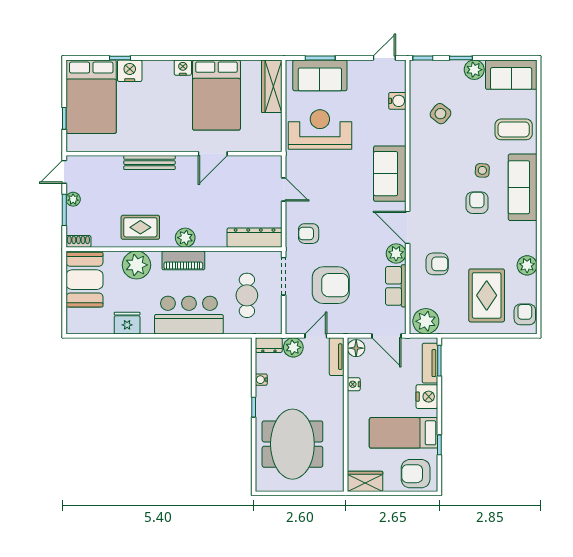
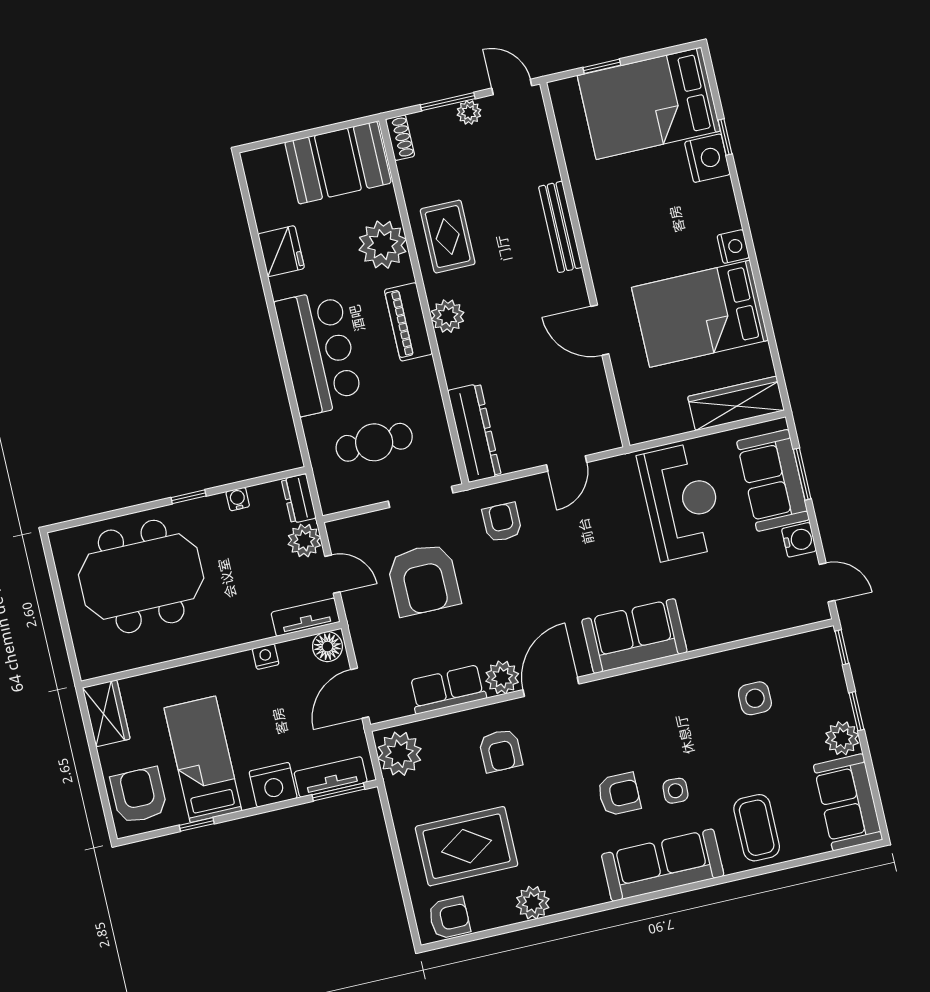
water cooler: (397, 101) -> (799, 540), moved, turned -90
side table: (440, 114) -> (755, 698), turned -38

